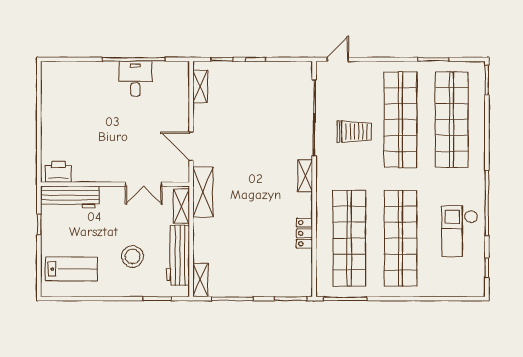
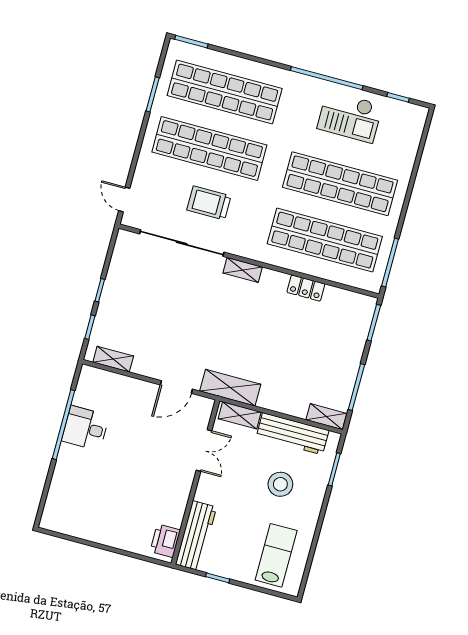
trolley: (354, 132) -> (209, 203), turned -90

